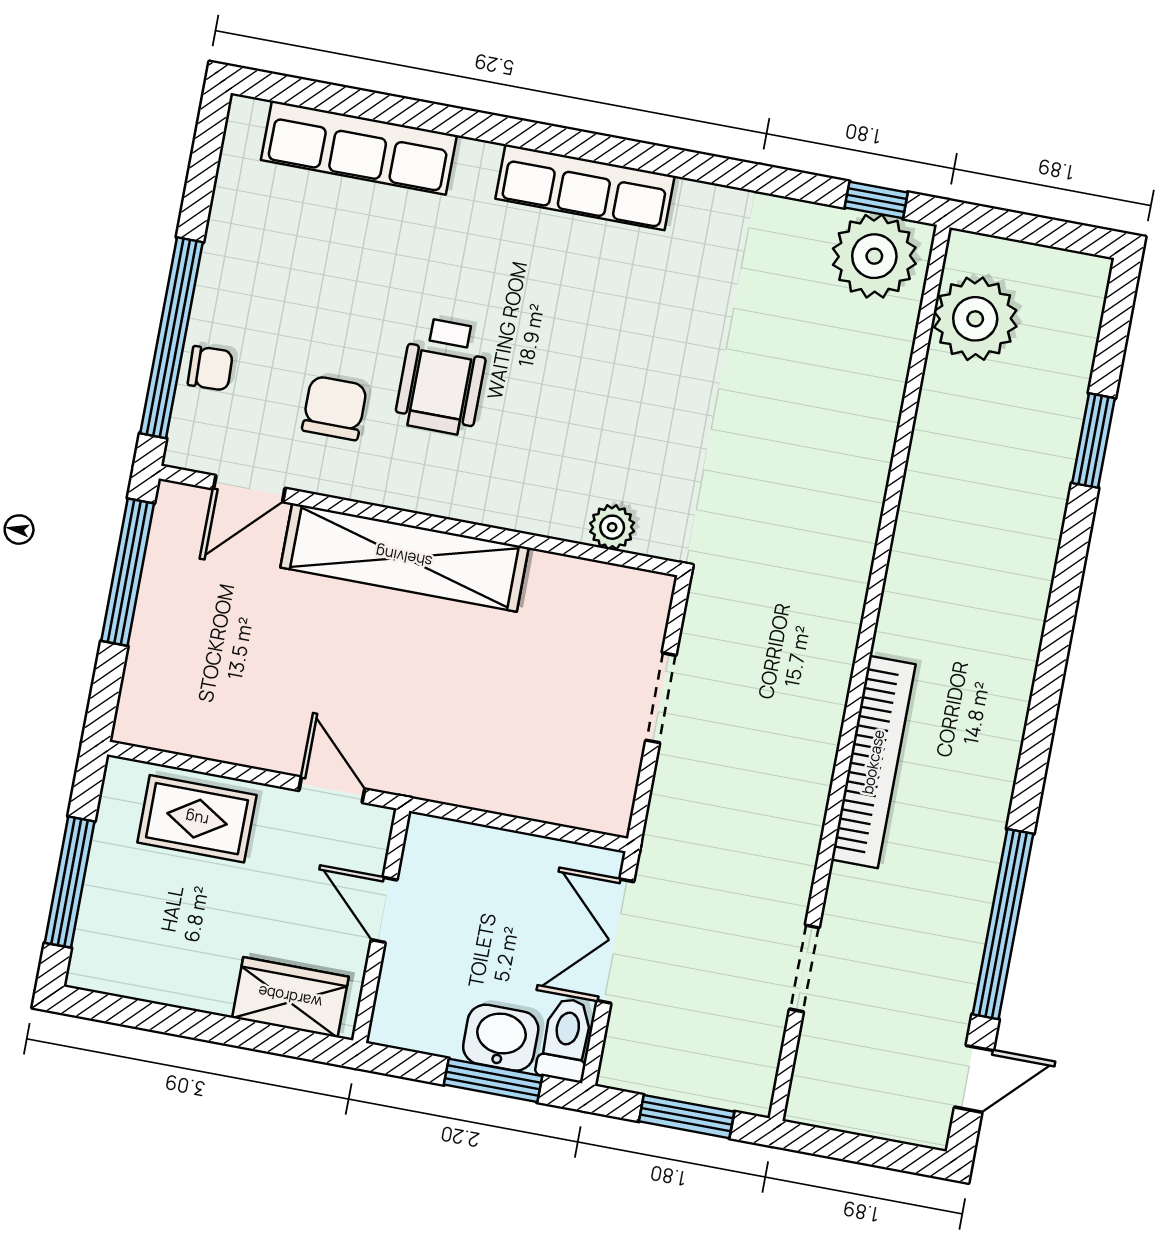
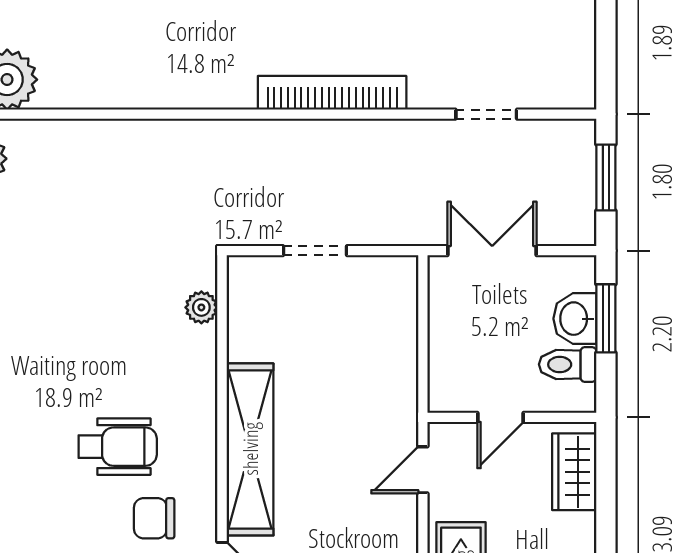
double door: (615, 941) -> (492, 251), swing flipped
toilet: (566, 1040) -> (568, 364), moved

